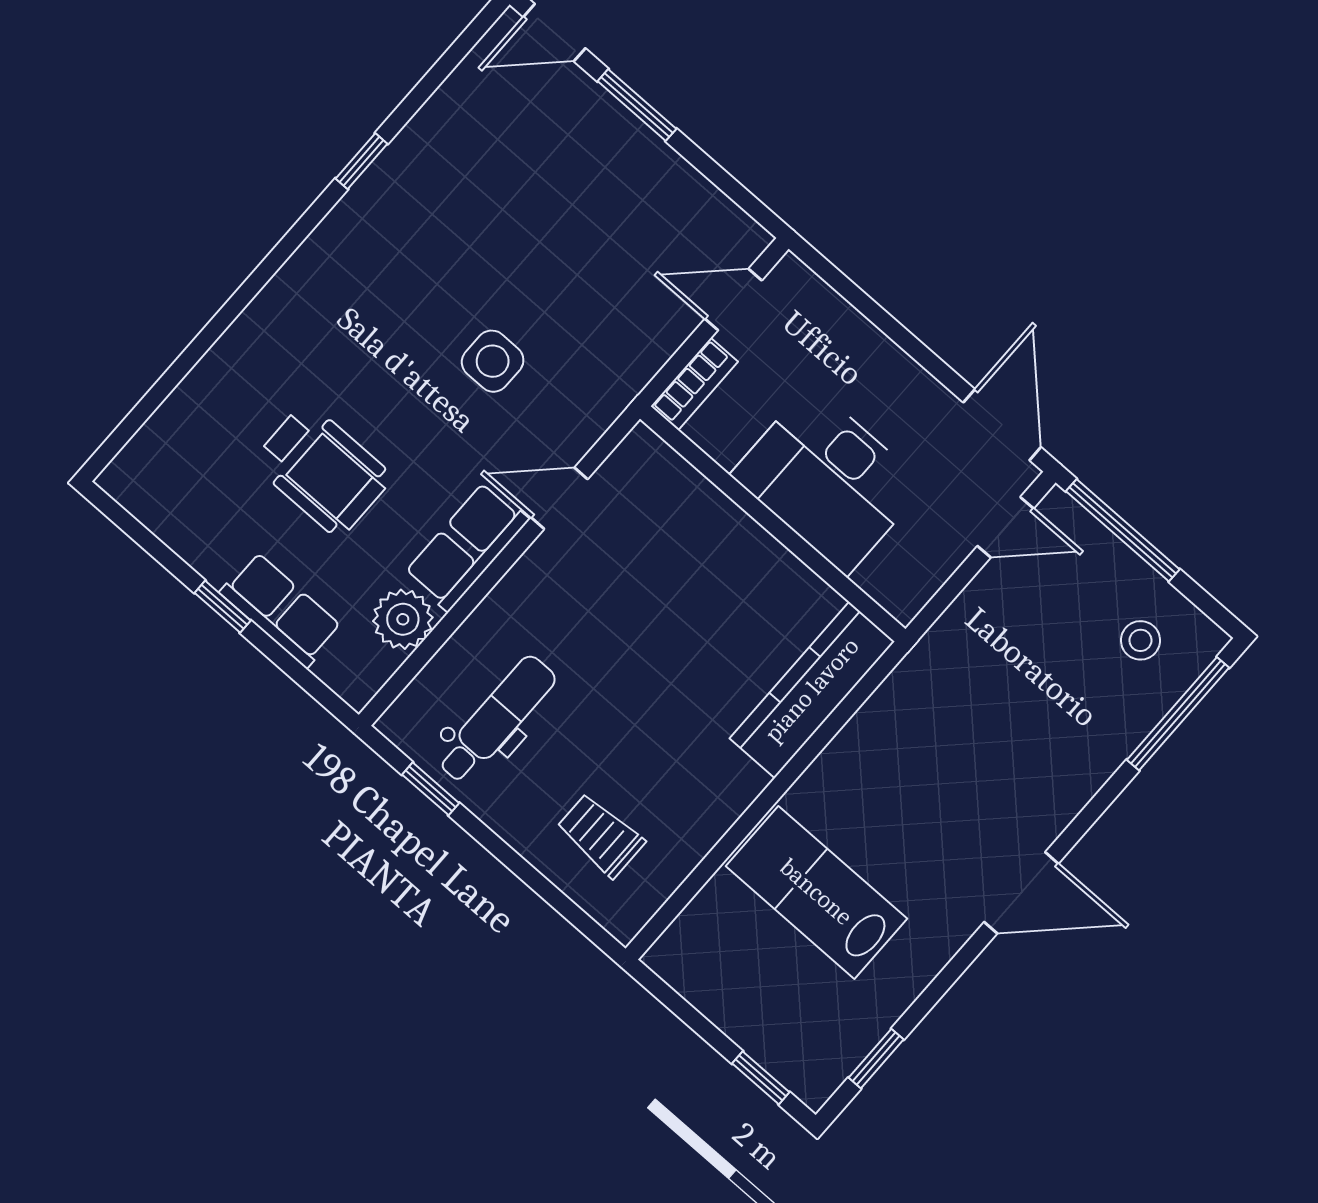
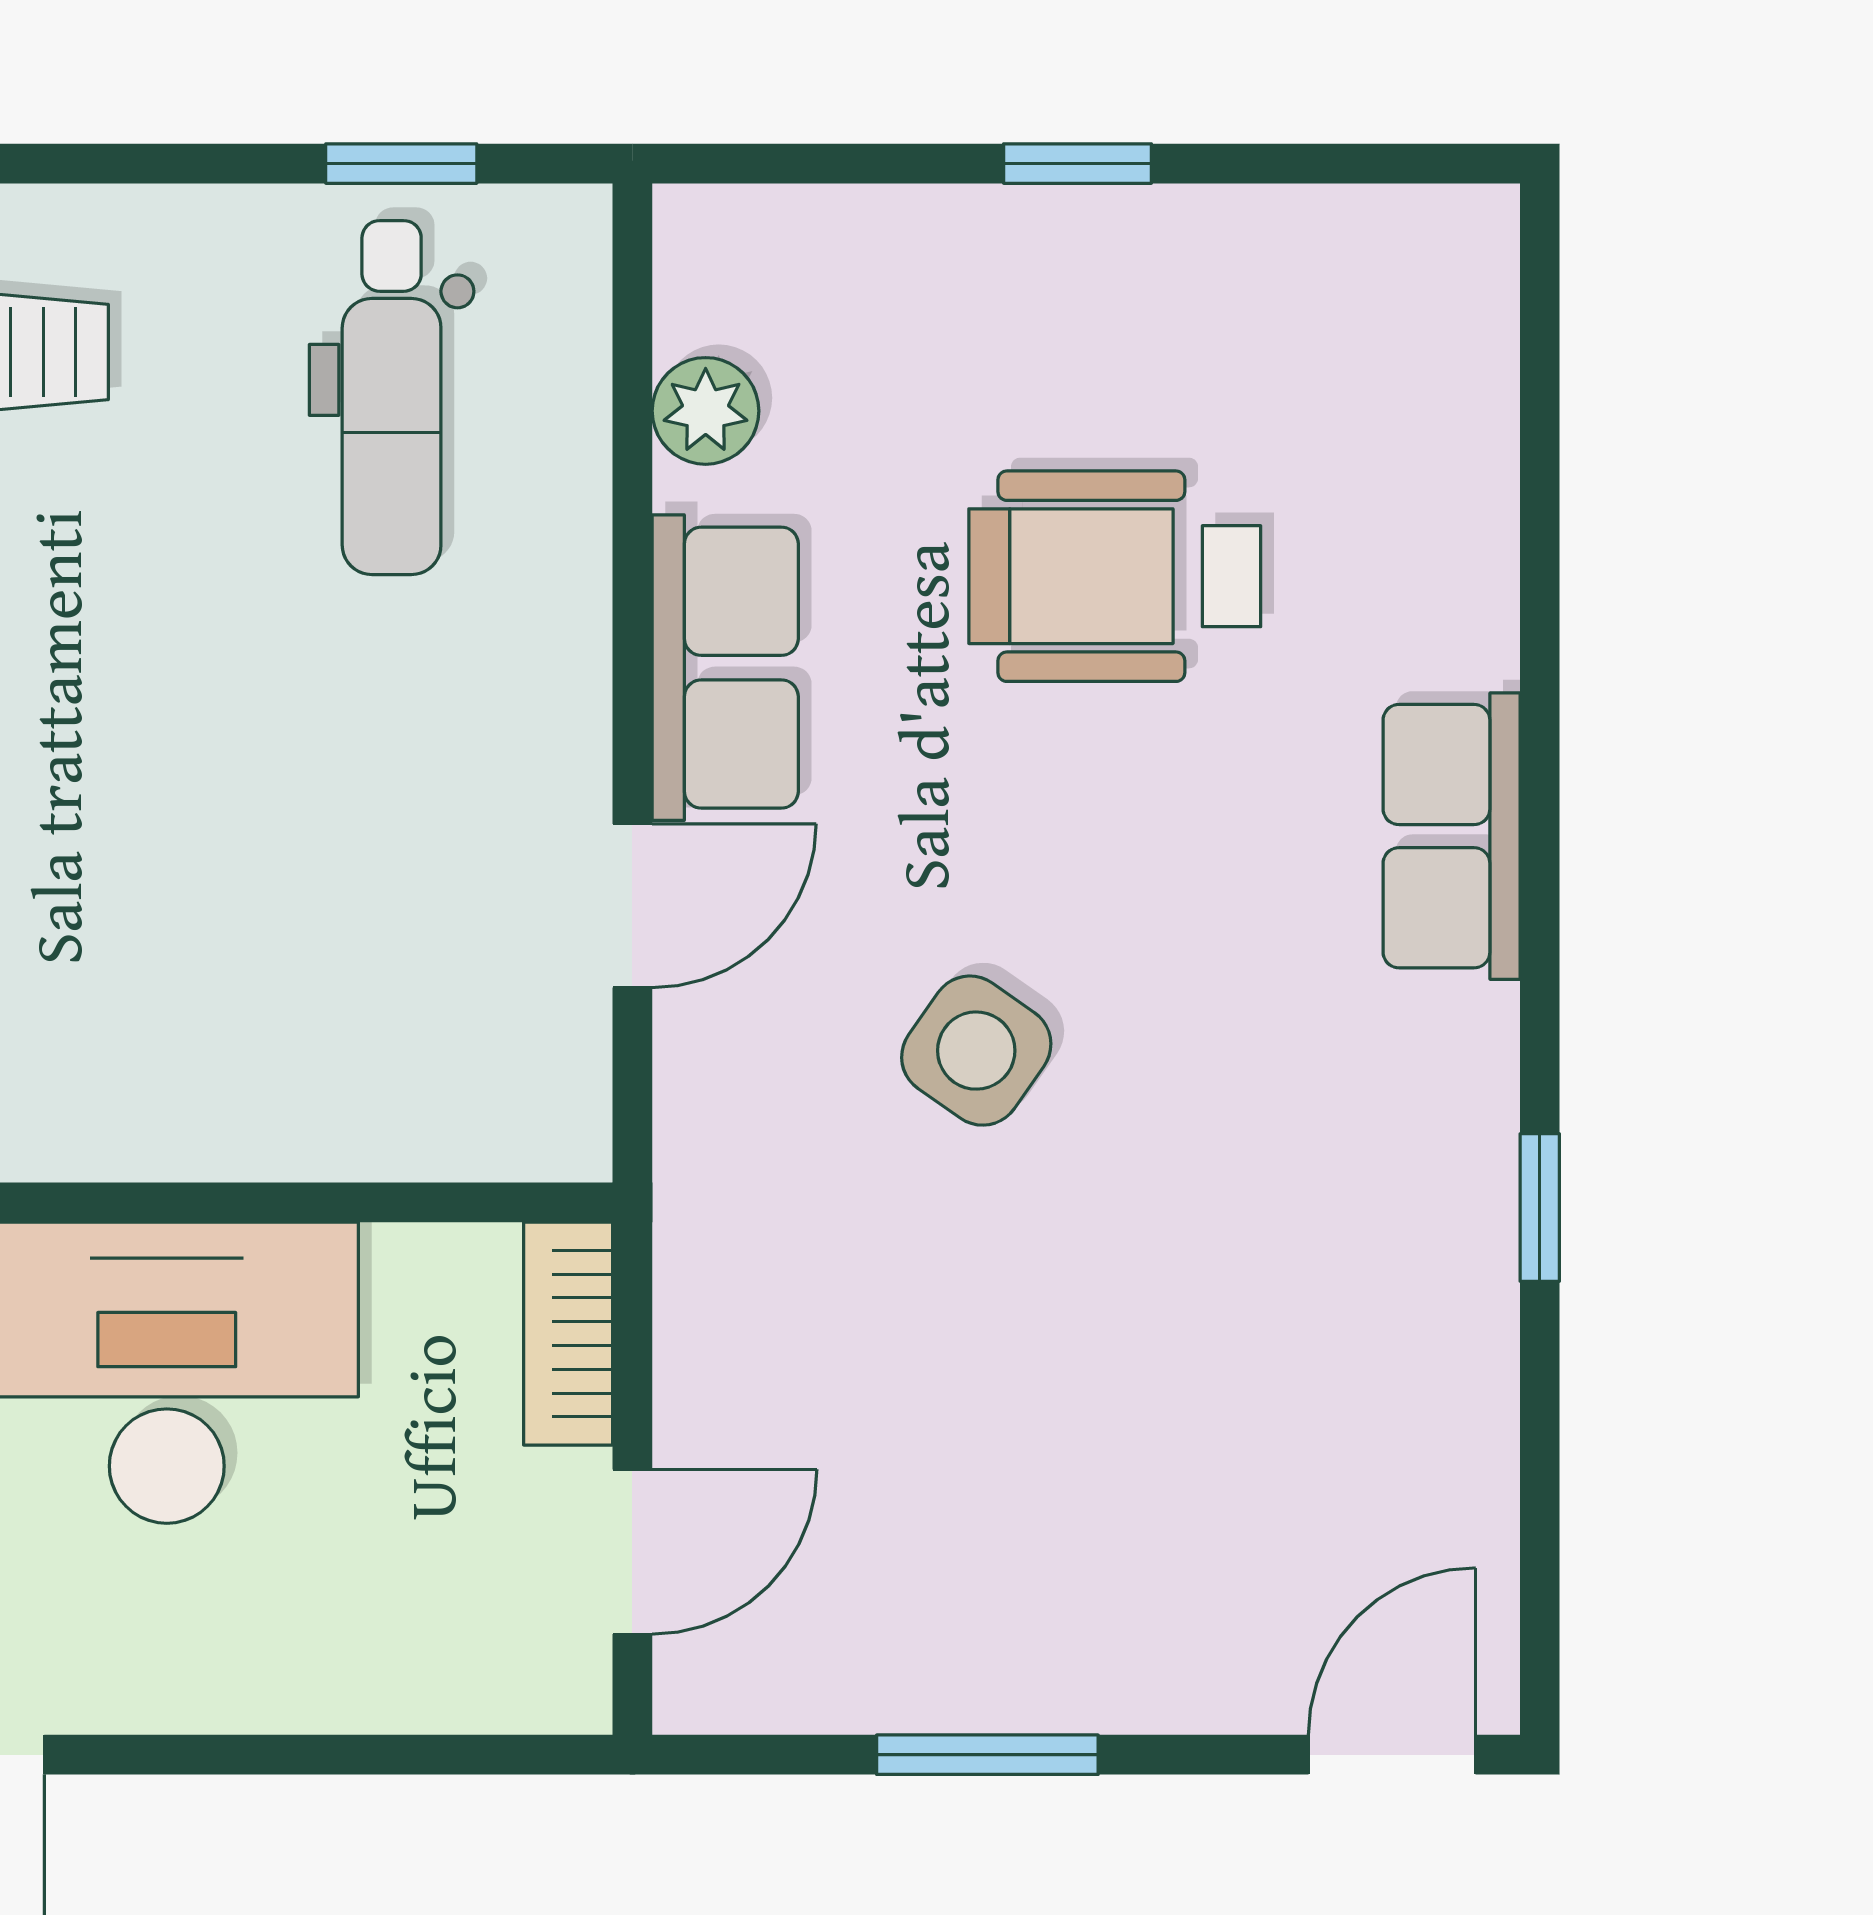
window: (637, 105) -> (987, 1755), moved
side table: (493, 361) -> (976, 1051), turned 35
row of seats: (281, 610) -> (1452, 836), moved, turned 90
plant: (403, 619) -> (706, 411), width x0.73, depth x0.73

